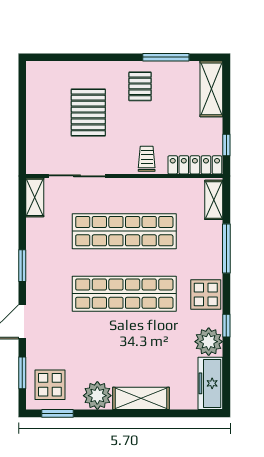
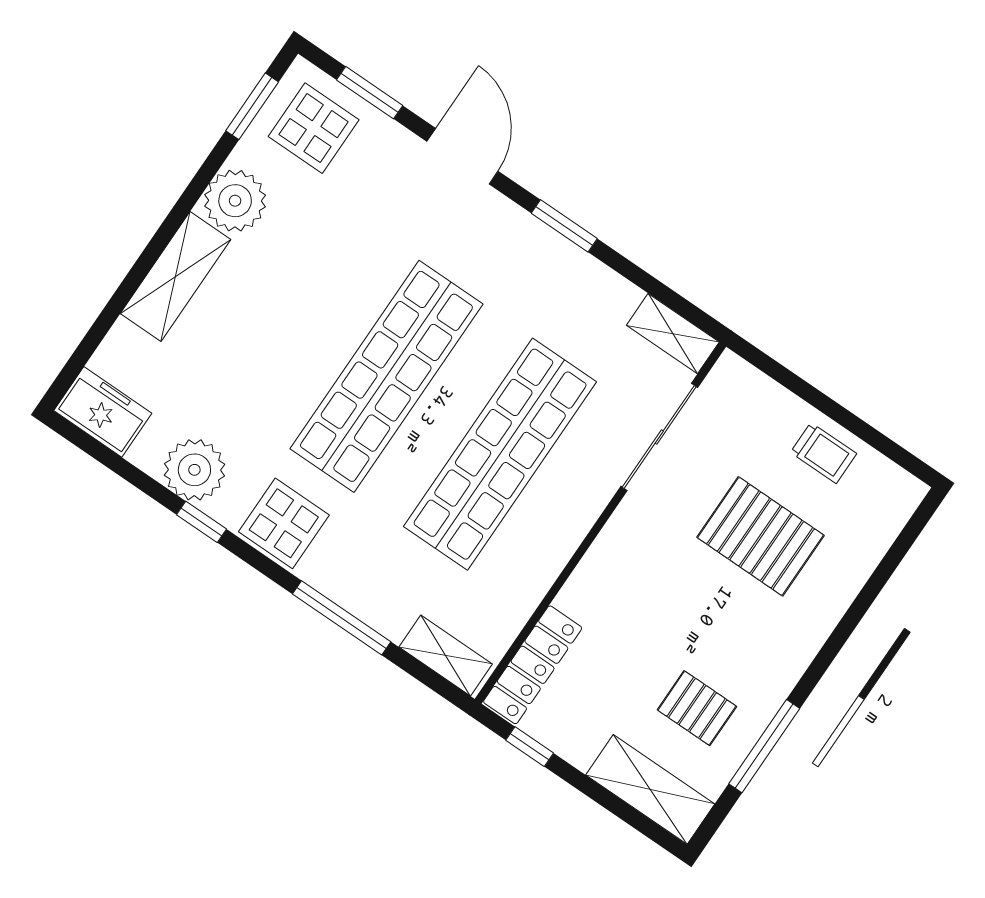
pallet: (140, 86) -> (697, 708), moved
trolley: (147, 159) -> (824, 453), moved
freezer: (210, 383) -> (103, 412), width x0.71

